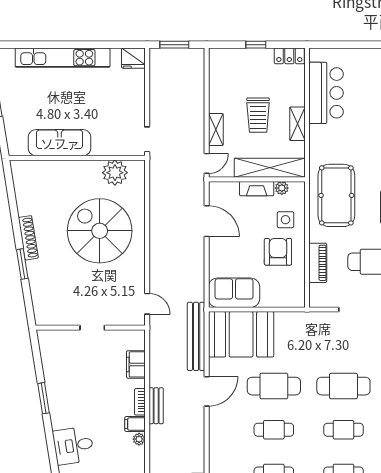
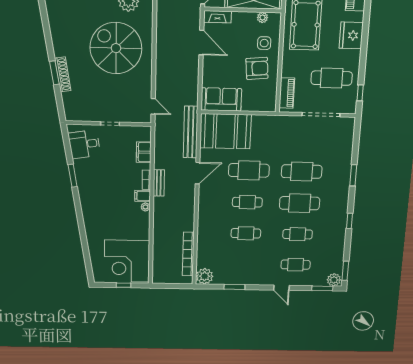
fireplace: (257, 189) -> (217, 17), moved
shoe rack: (28, 238) -> (63, 74), moved
armchair: (278, 252) -> (257, 68), turned 85
piano: (318, 263) -> (287, 93), moved
cafe table: (343, 430) -> (300, 203), width x1.37, depth x1.35
desk: (73, 446) -> (84, 144), moved

